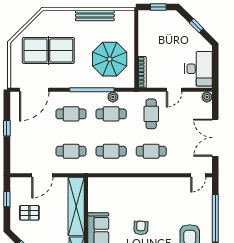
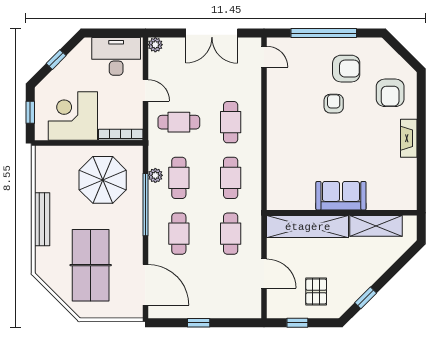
bench: (95, 16) -> (42, 219), moved
corner desk: (156, 38) -> (73, 116), added
armchair: (141, 228) -> (334, 104), moved, turned 88

